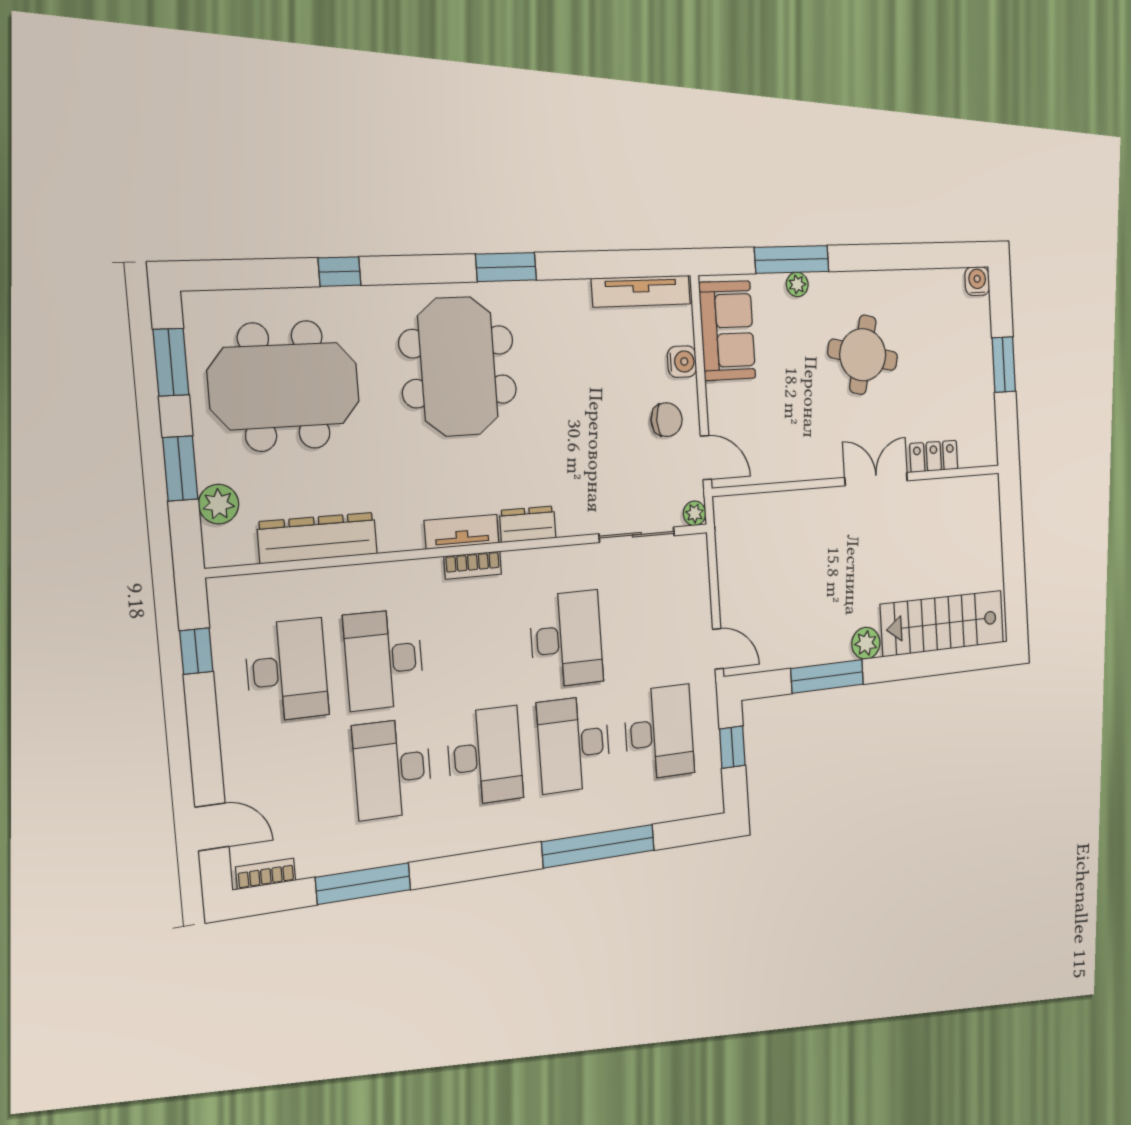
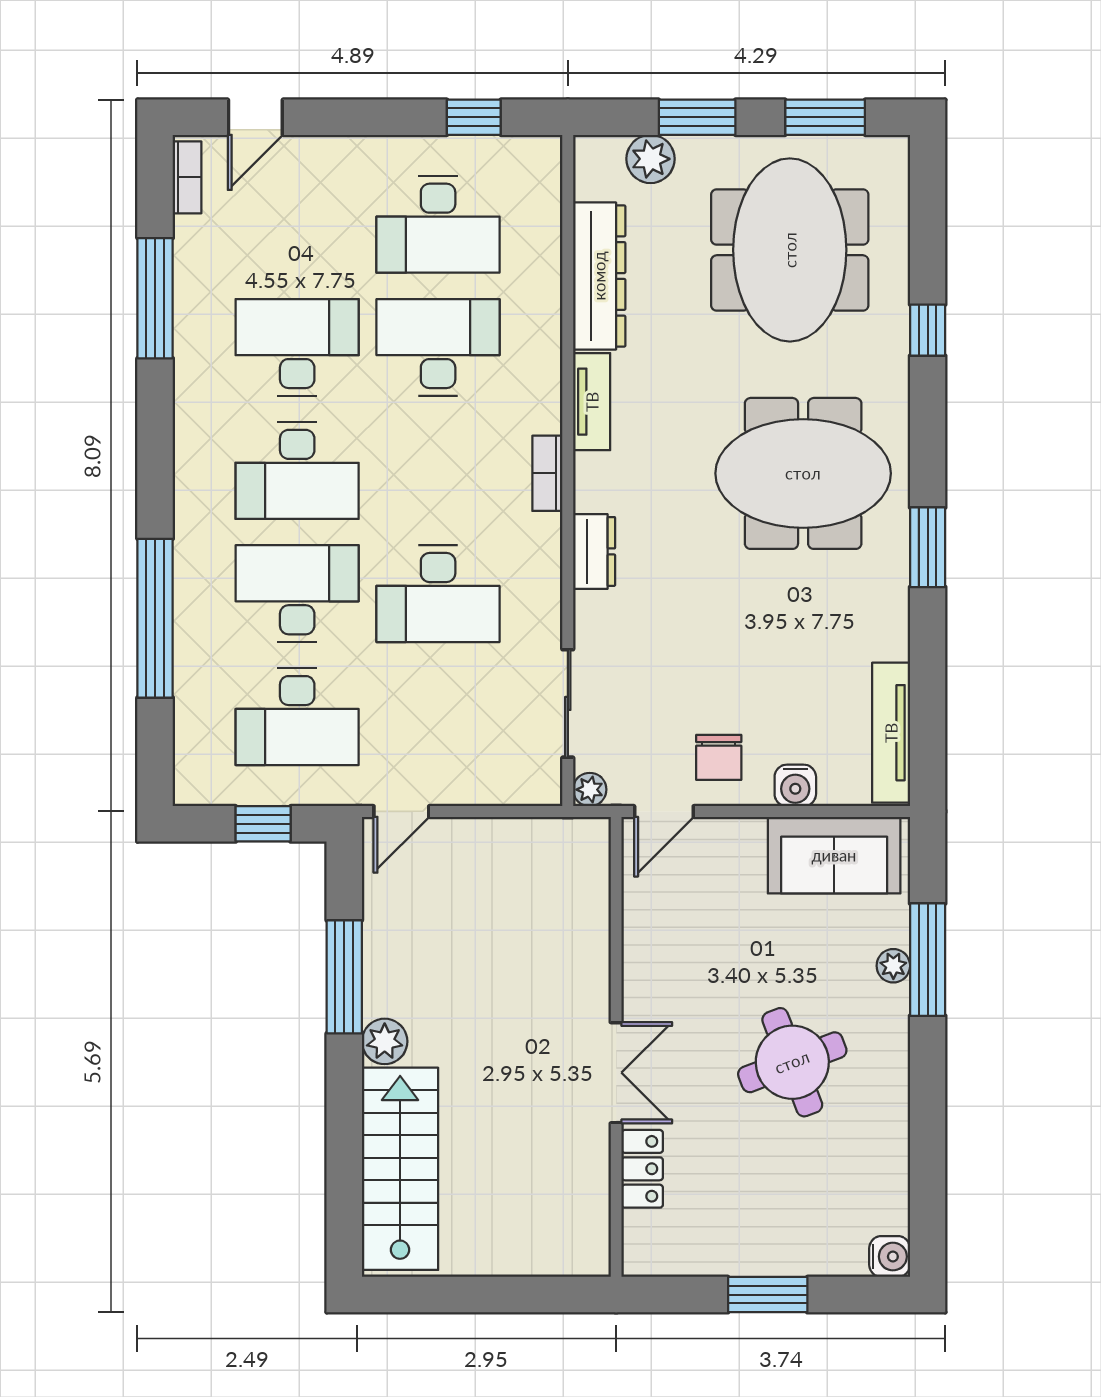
round table: (863, 355) -> (792, 1062), turned -34
tv unit: (462, 532) -> (592, 402), moved

